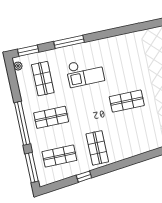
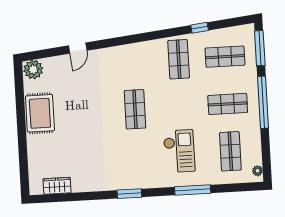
window: (28, 51) -> (129, 194), moved
checkout: (85, 72) -> (179, 151), turned 90
shop shelf: (127, 101) -> (135, 109), turned 90

